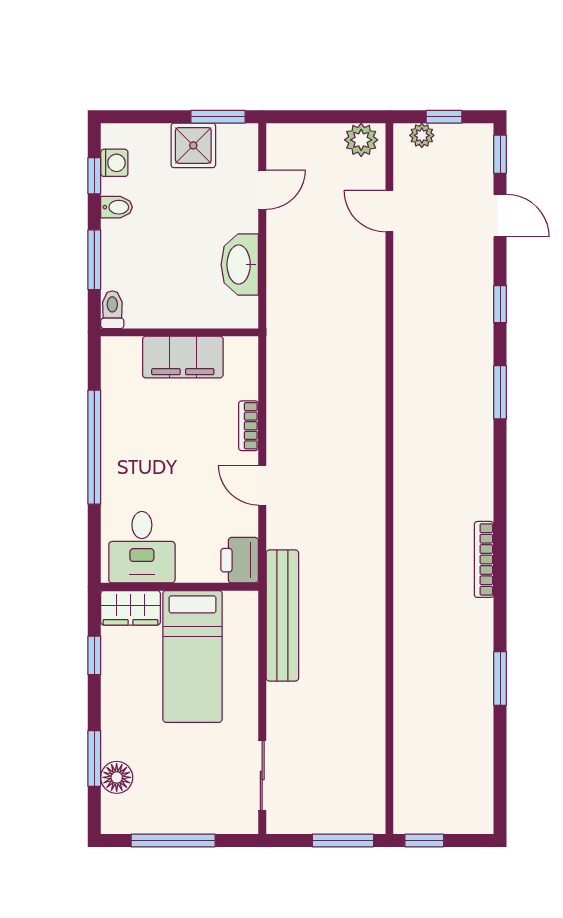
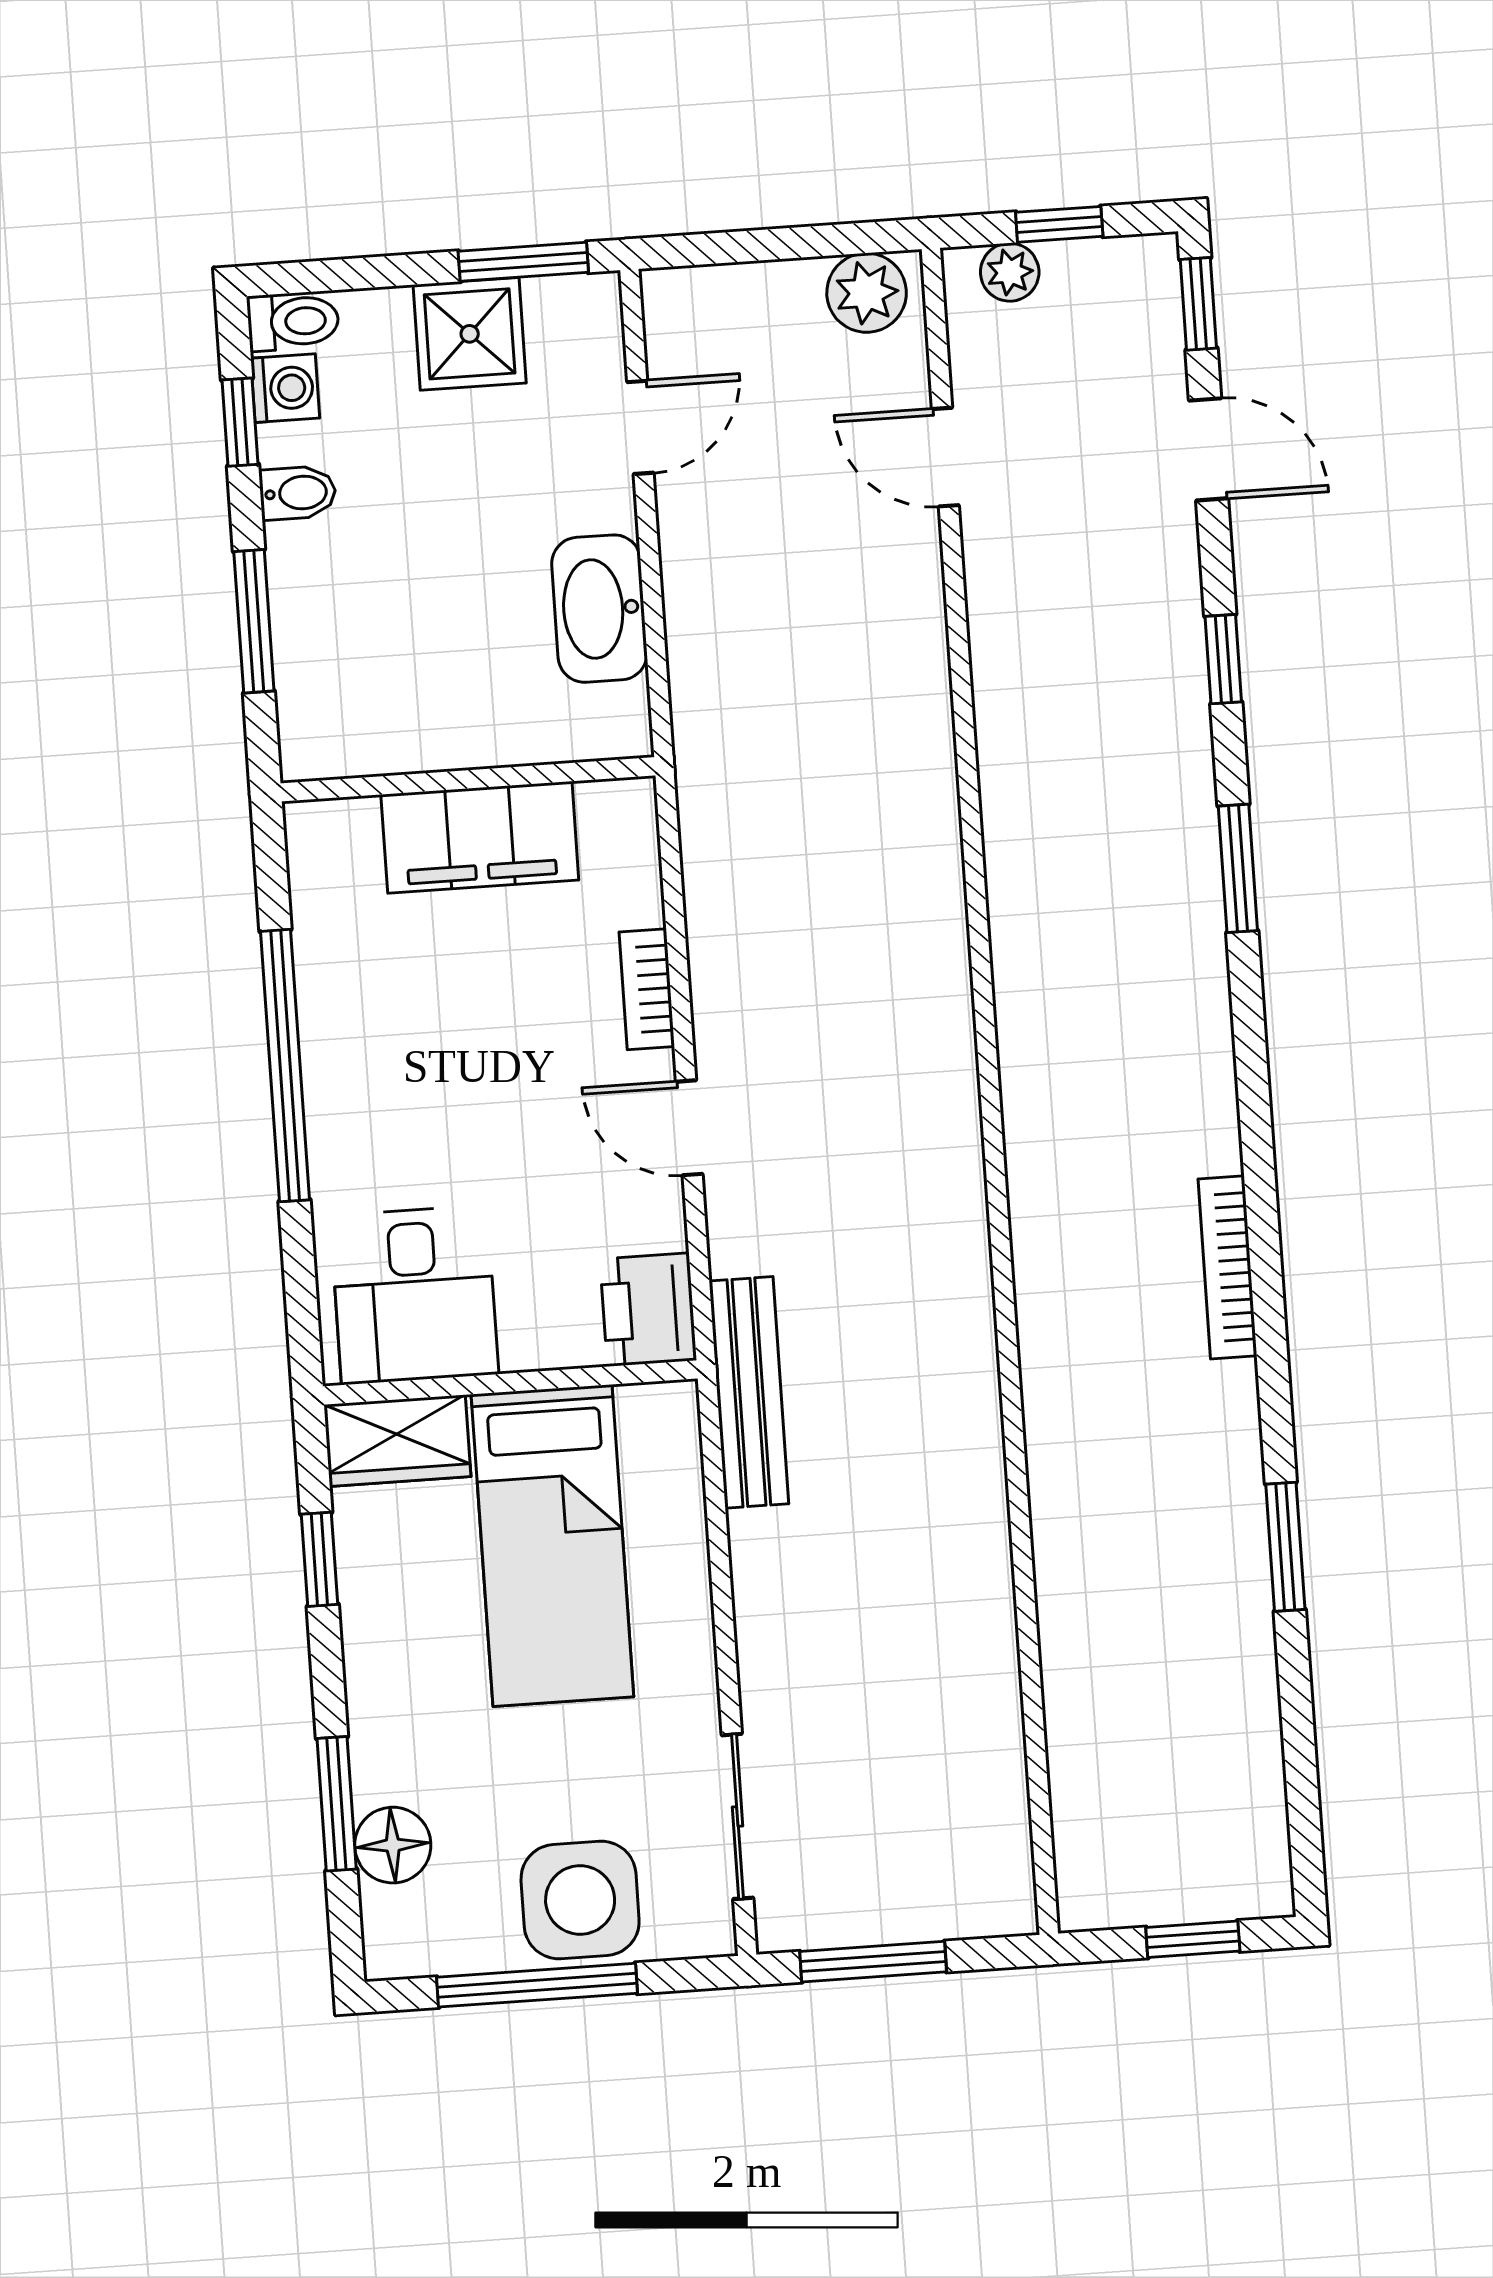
toilet: (112, 310) -> (293, 322), moved, turned 90
bench: (282, 615) -> (749, 1392), width x0.73, depth x0.82
side table: (194, 806) -> (580, 1900), added
window: (343, 840) -> (873, 1962), moved
window: (424, 840) -> (1193, 1939), moved

